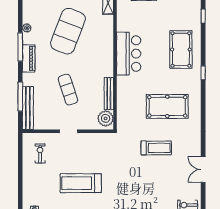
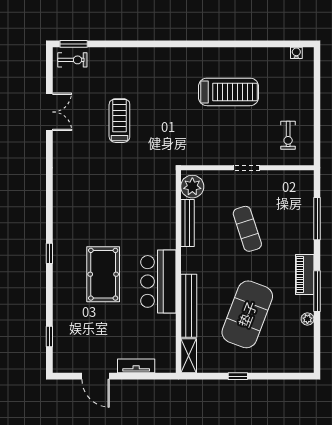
pool table: (181, 49) -> (103, 274), moved
pool table: (167, 106) -> (102, 204), removed
bench: (28, 108) -> (189, 306), moved
treadmill: (156, 148) -> (119, 121), moved, turned 90

